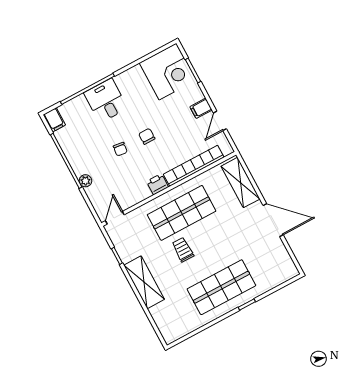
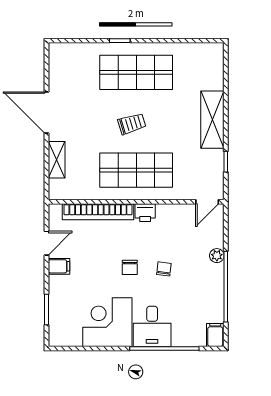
corner desk: (168, 72) -> (107, 322), moved
shelving: (240, 183) -> (57, 160), width x0.67, depth x0.75
trolley: (183, 250) -> (132, 124), moved, turned -107

